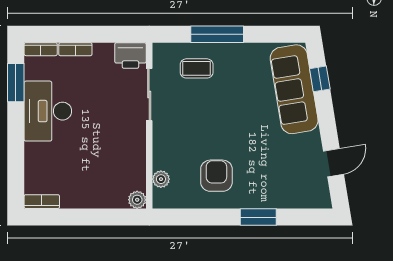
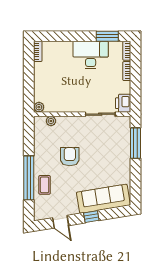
window: (217, 34) -> (135, 143), moved
coffee table: (197, 68) -> (45, 185), moved
window: (320, 79) -> (91, 217), moved
armchair: (216, 176) -> (70, 157), moved, turned -90
window: (258, 217) -> (29, 178), width x2.11

